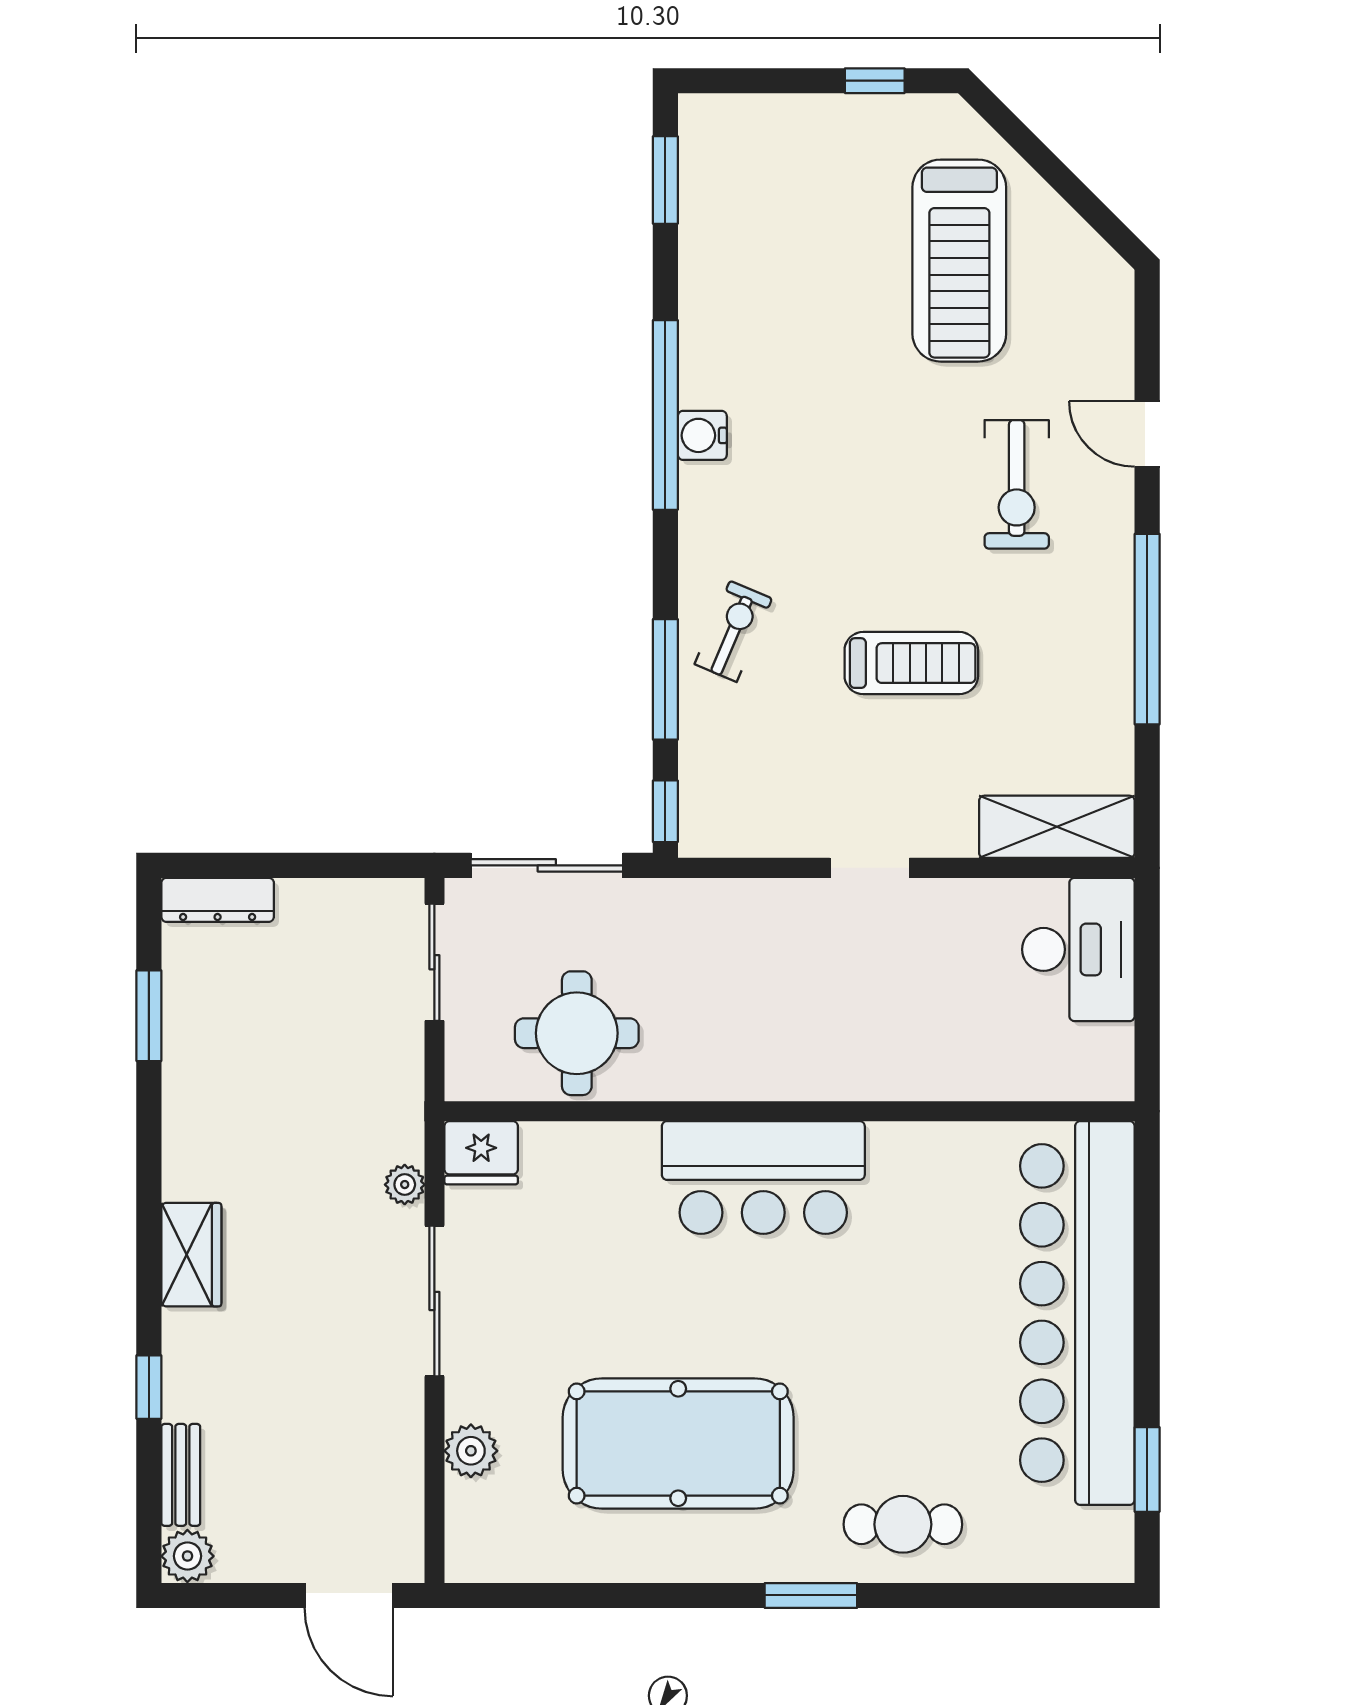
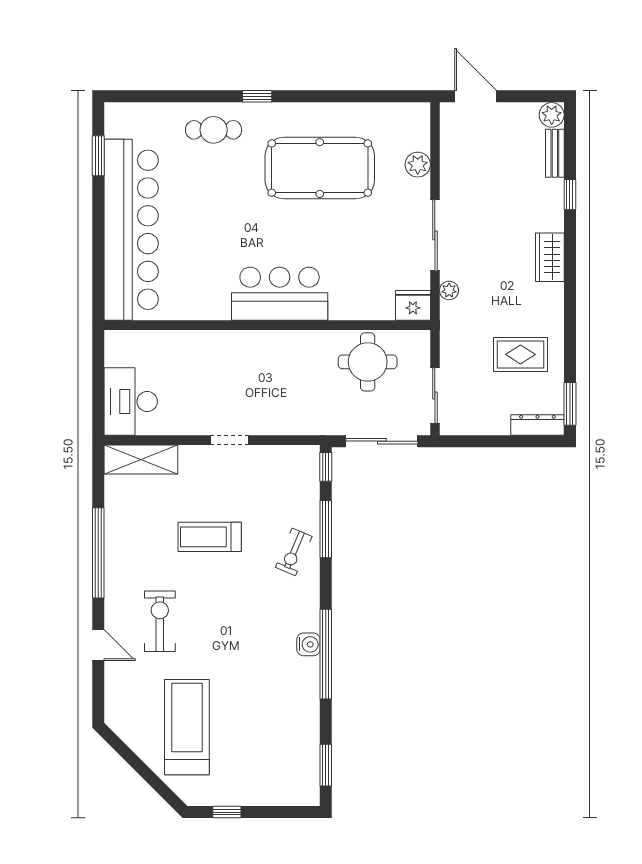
window: (149, 1016) -> (570, 404), moved
rug: (254, 1049) -> (520, 354), added
window: (811, 1595) -> (257, 96), width x0.67

